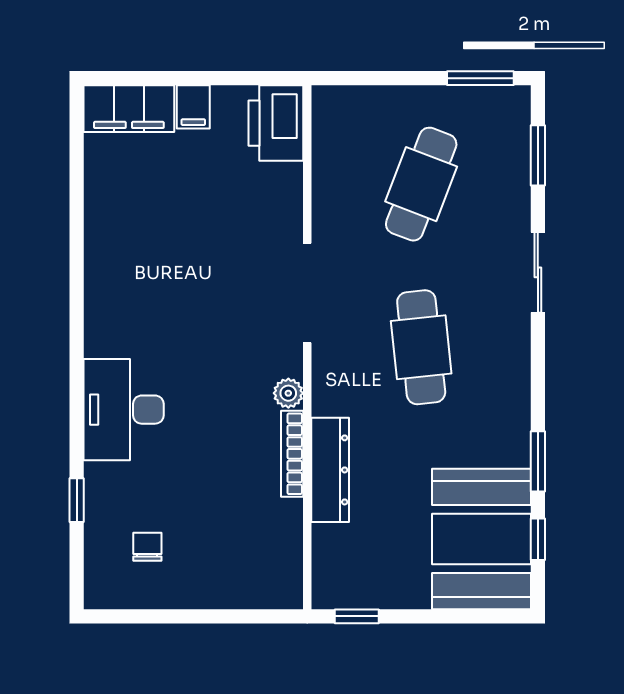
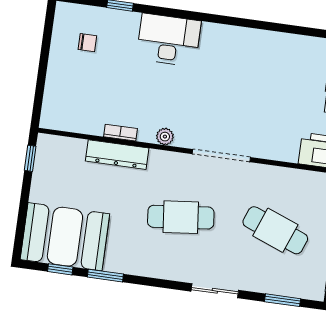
bookcase: (292, 454) -> (121, 133), width x0.64

